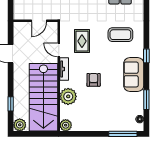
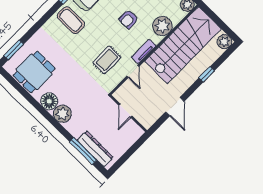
door: (39, 21) -> (126, 111), swing flipped
coffee table: (120, 35) -> (71, 20), moved
window: (11, 104) -> (207, 74), moved

